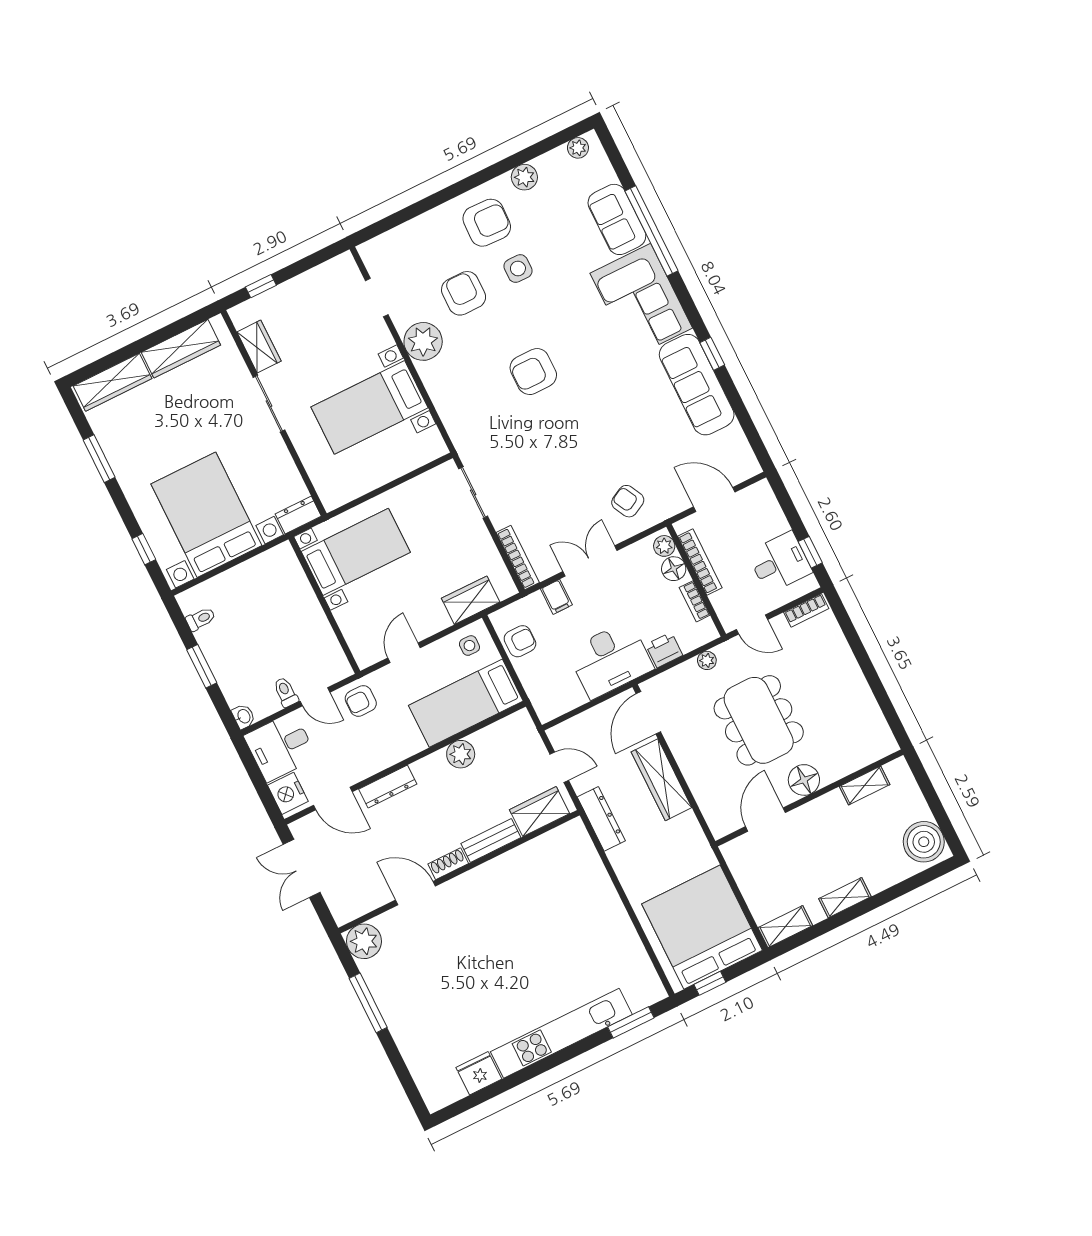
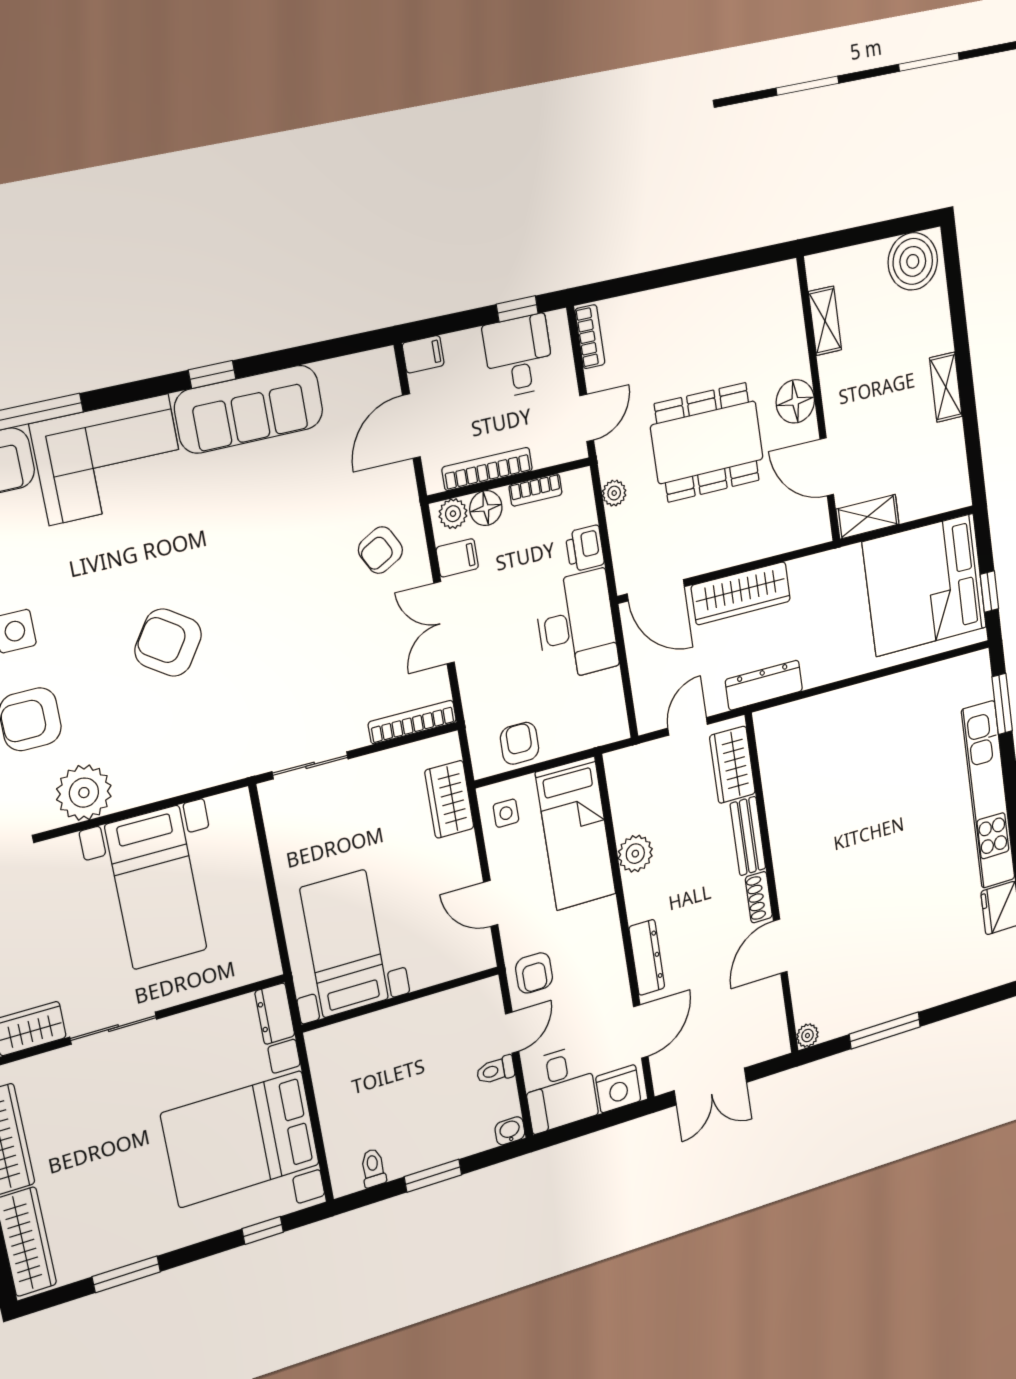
armchair: (533, 372) -> (168, 643), turned 124
filing cabinet: (763, 494) -> (423, 354), added
filing cabinet: (556, 597) -> (457, 558), moved
shelving: (785, 927) -> (868, 517), moved, turned 90
plant: (364, 941) -> (807, 1036), width x0.53, depth x0.53

